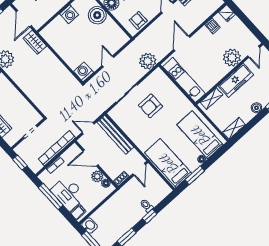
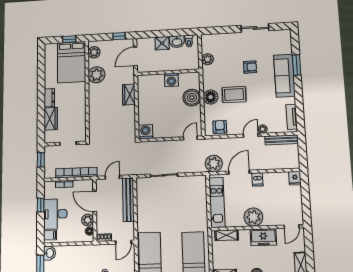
dishwasher: (213, 26) -> (257, 179), moved
wardrobe: (35, 42) -> (129, 95), moved
plant: (232, 58) -> (253, 217), moved
door: (108, 61) -> (190, 138), moved
plant: (148, 61) -> (214, 163), moved
freezer: (236, 80) -> (263, 237), width x0.71
armchair: (151, 106) -> (174, 200), removed
door: (88, 128) -> (112, 177), hinge flipped
window: (51, 196) -> (41, 205), width x0.46

